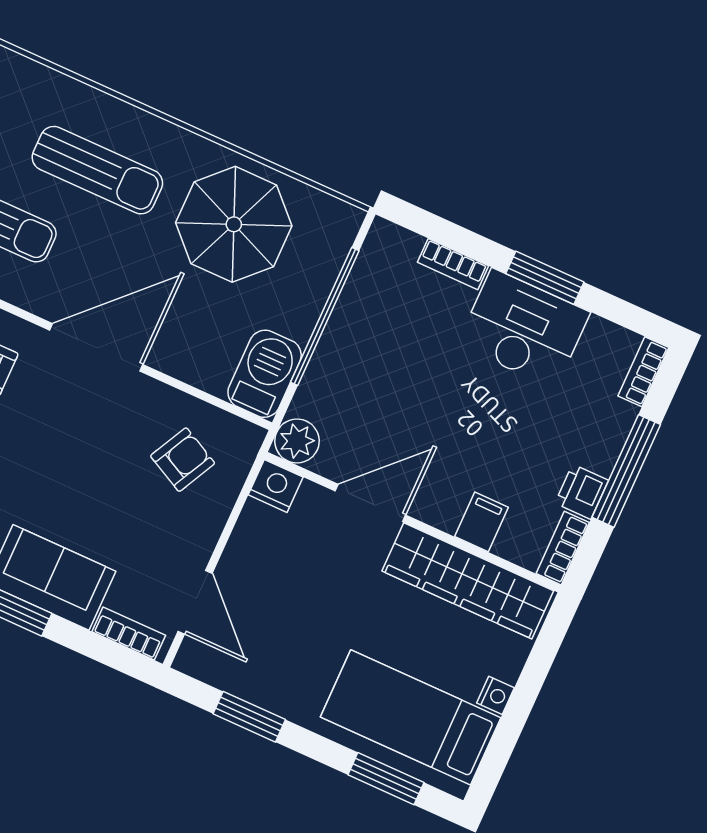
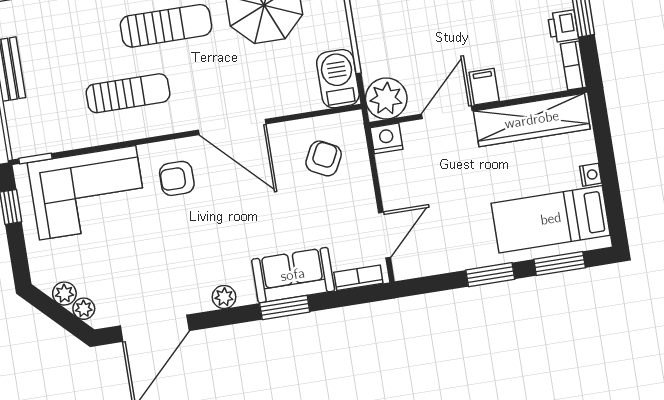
door: (96, 347) -> (232, 127), swing flipped
plant: (297, 441) -> (386, 98), width x1.36, depth x1.36
filing cabinet: (482, 522) -> (484, 87), moved
door: (195, 602) -> (384, 235), hinge flipped
window: (249, 717) -> (490, 275), moved

